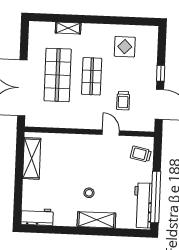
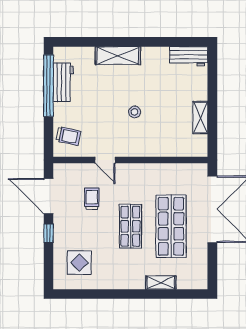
display table: (125, 47) -> (79, 263), moved
shelving: (32, 158) -> (200, 117), width x0.67, depth x0.75
stool: (89, 193) -> (135, 112), moved
workbench: (143, 205) -> (63, 82), width x0.73

